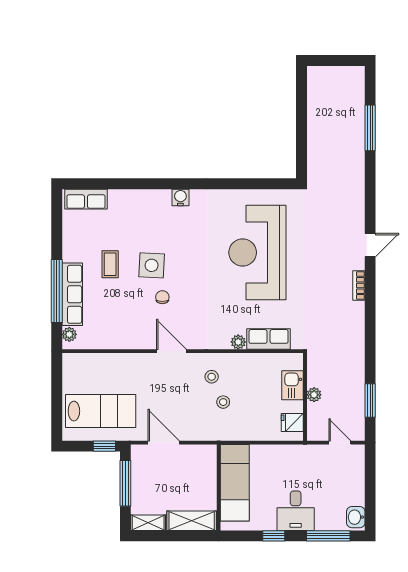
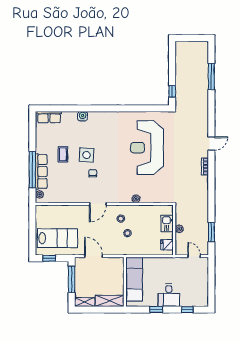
window: (301, 154) -> (172, 91), added
water cooler: (180, 197) -> (83, 116), moved
row of seats: (269, 339) -> (153, 197), removed
door: (171, 351) -> (98, 204), swing flipped
window: (104, 446) -> (49, 258), moved
washbasin: (356, 517) -> (203, 299), removed
window: (328, 536) -> (187, 310), width x0.46

